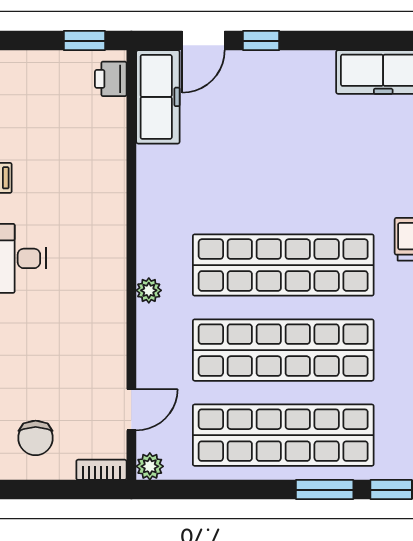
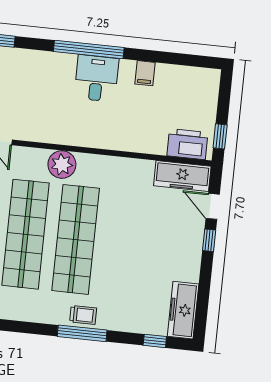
printer: (111, 79) -> (187, 144), width x1.87, depth x1.48
plant: (149, 290) -> (62, 164), width x1.87, depth x1.87

